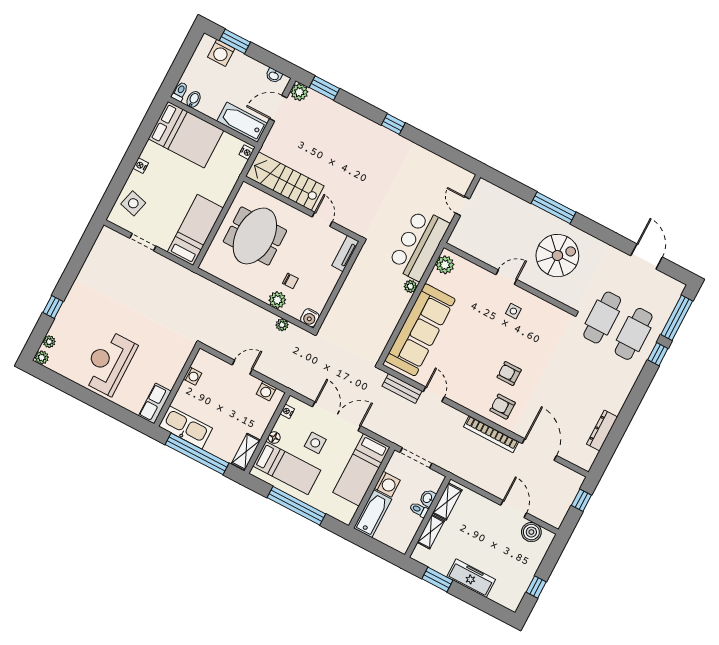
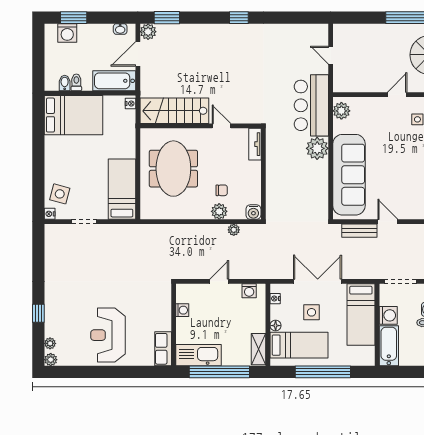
toilet: (180, 92) -> (76, 82), moved
nightstand: (141, 166) -> (50, 214), moved
plant: (410, 286) -> (317, 148), width x1.88, depth x1.88

